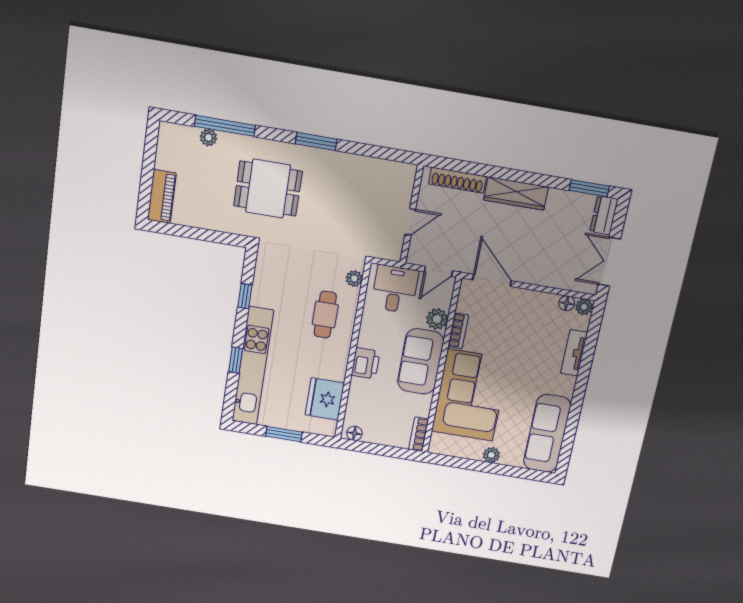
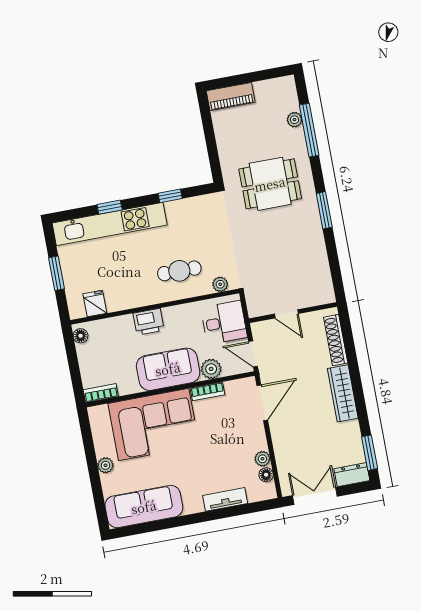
dining table: (268, 189) -> (270, 184), turned 90
plant: (584, 307) -> (262, 459), moved
fridge: (325, 399) -> (95, 303), width x0.53, depth x0.75

